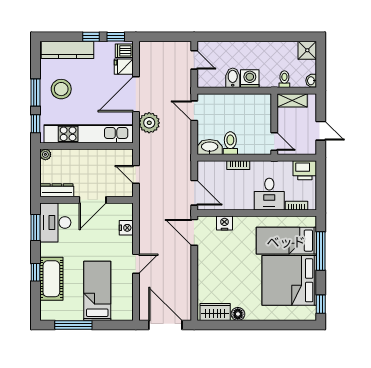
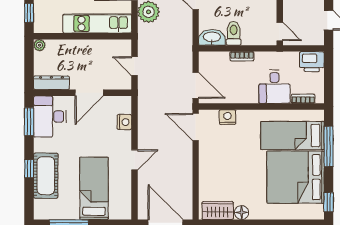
kitchen unit: (89, 134) -> (97, 24), width x0.73

